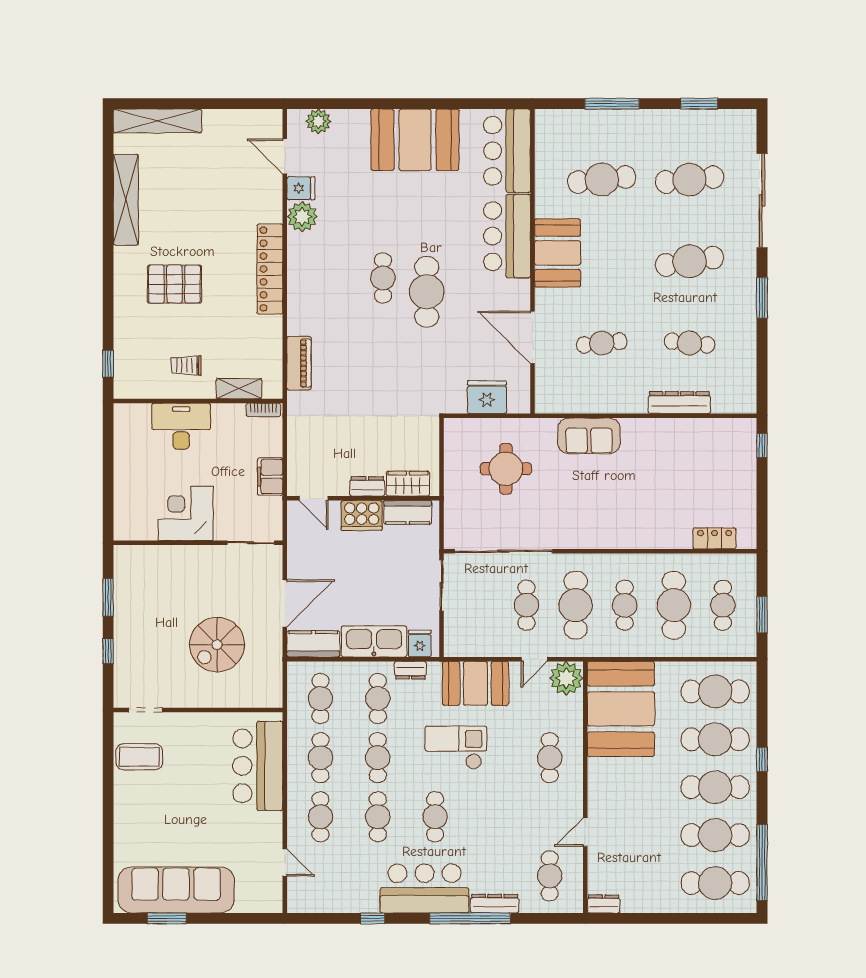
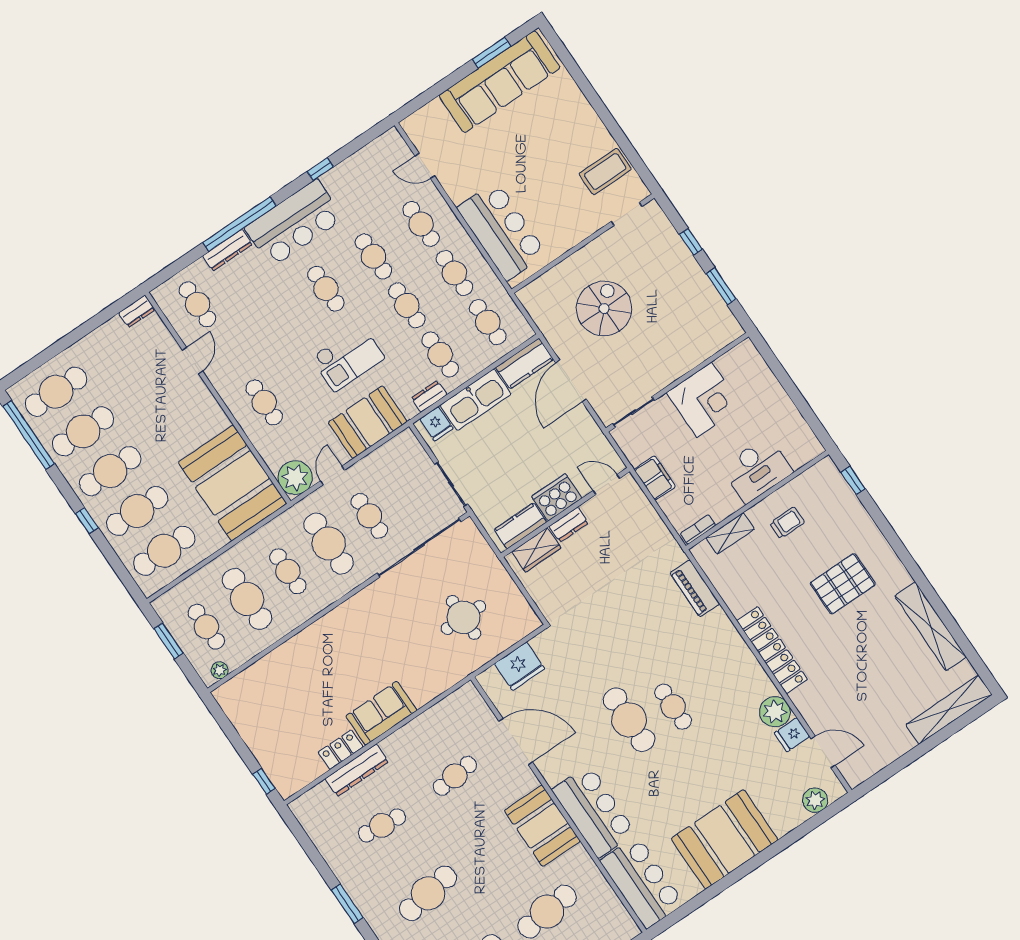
sofa: (589, 436) -> (381, 713), moved
locker: (715, 538) -> (341, 750), moved, turned 180
plant: (736, 562) -> (220, 670), added

